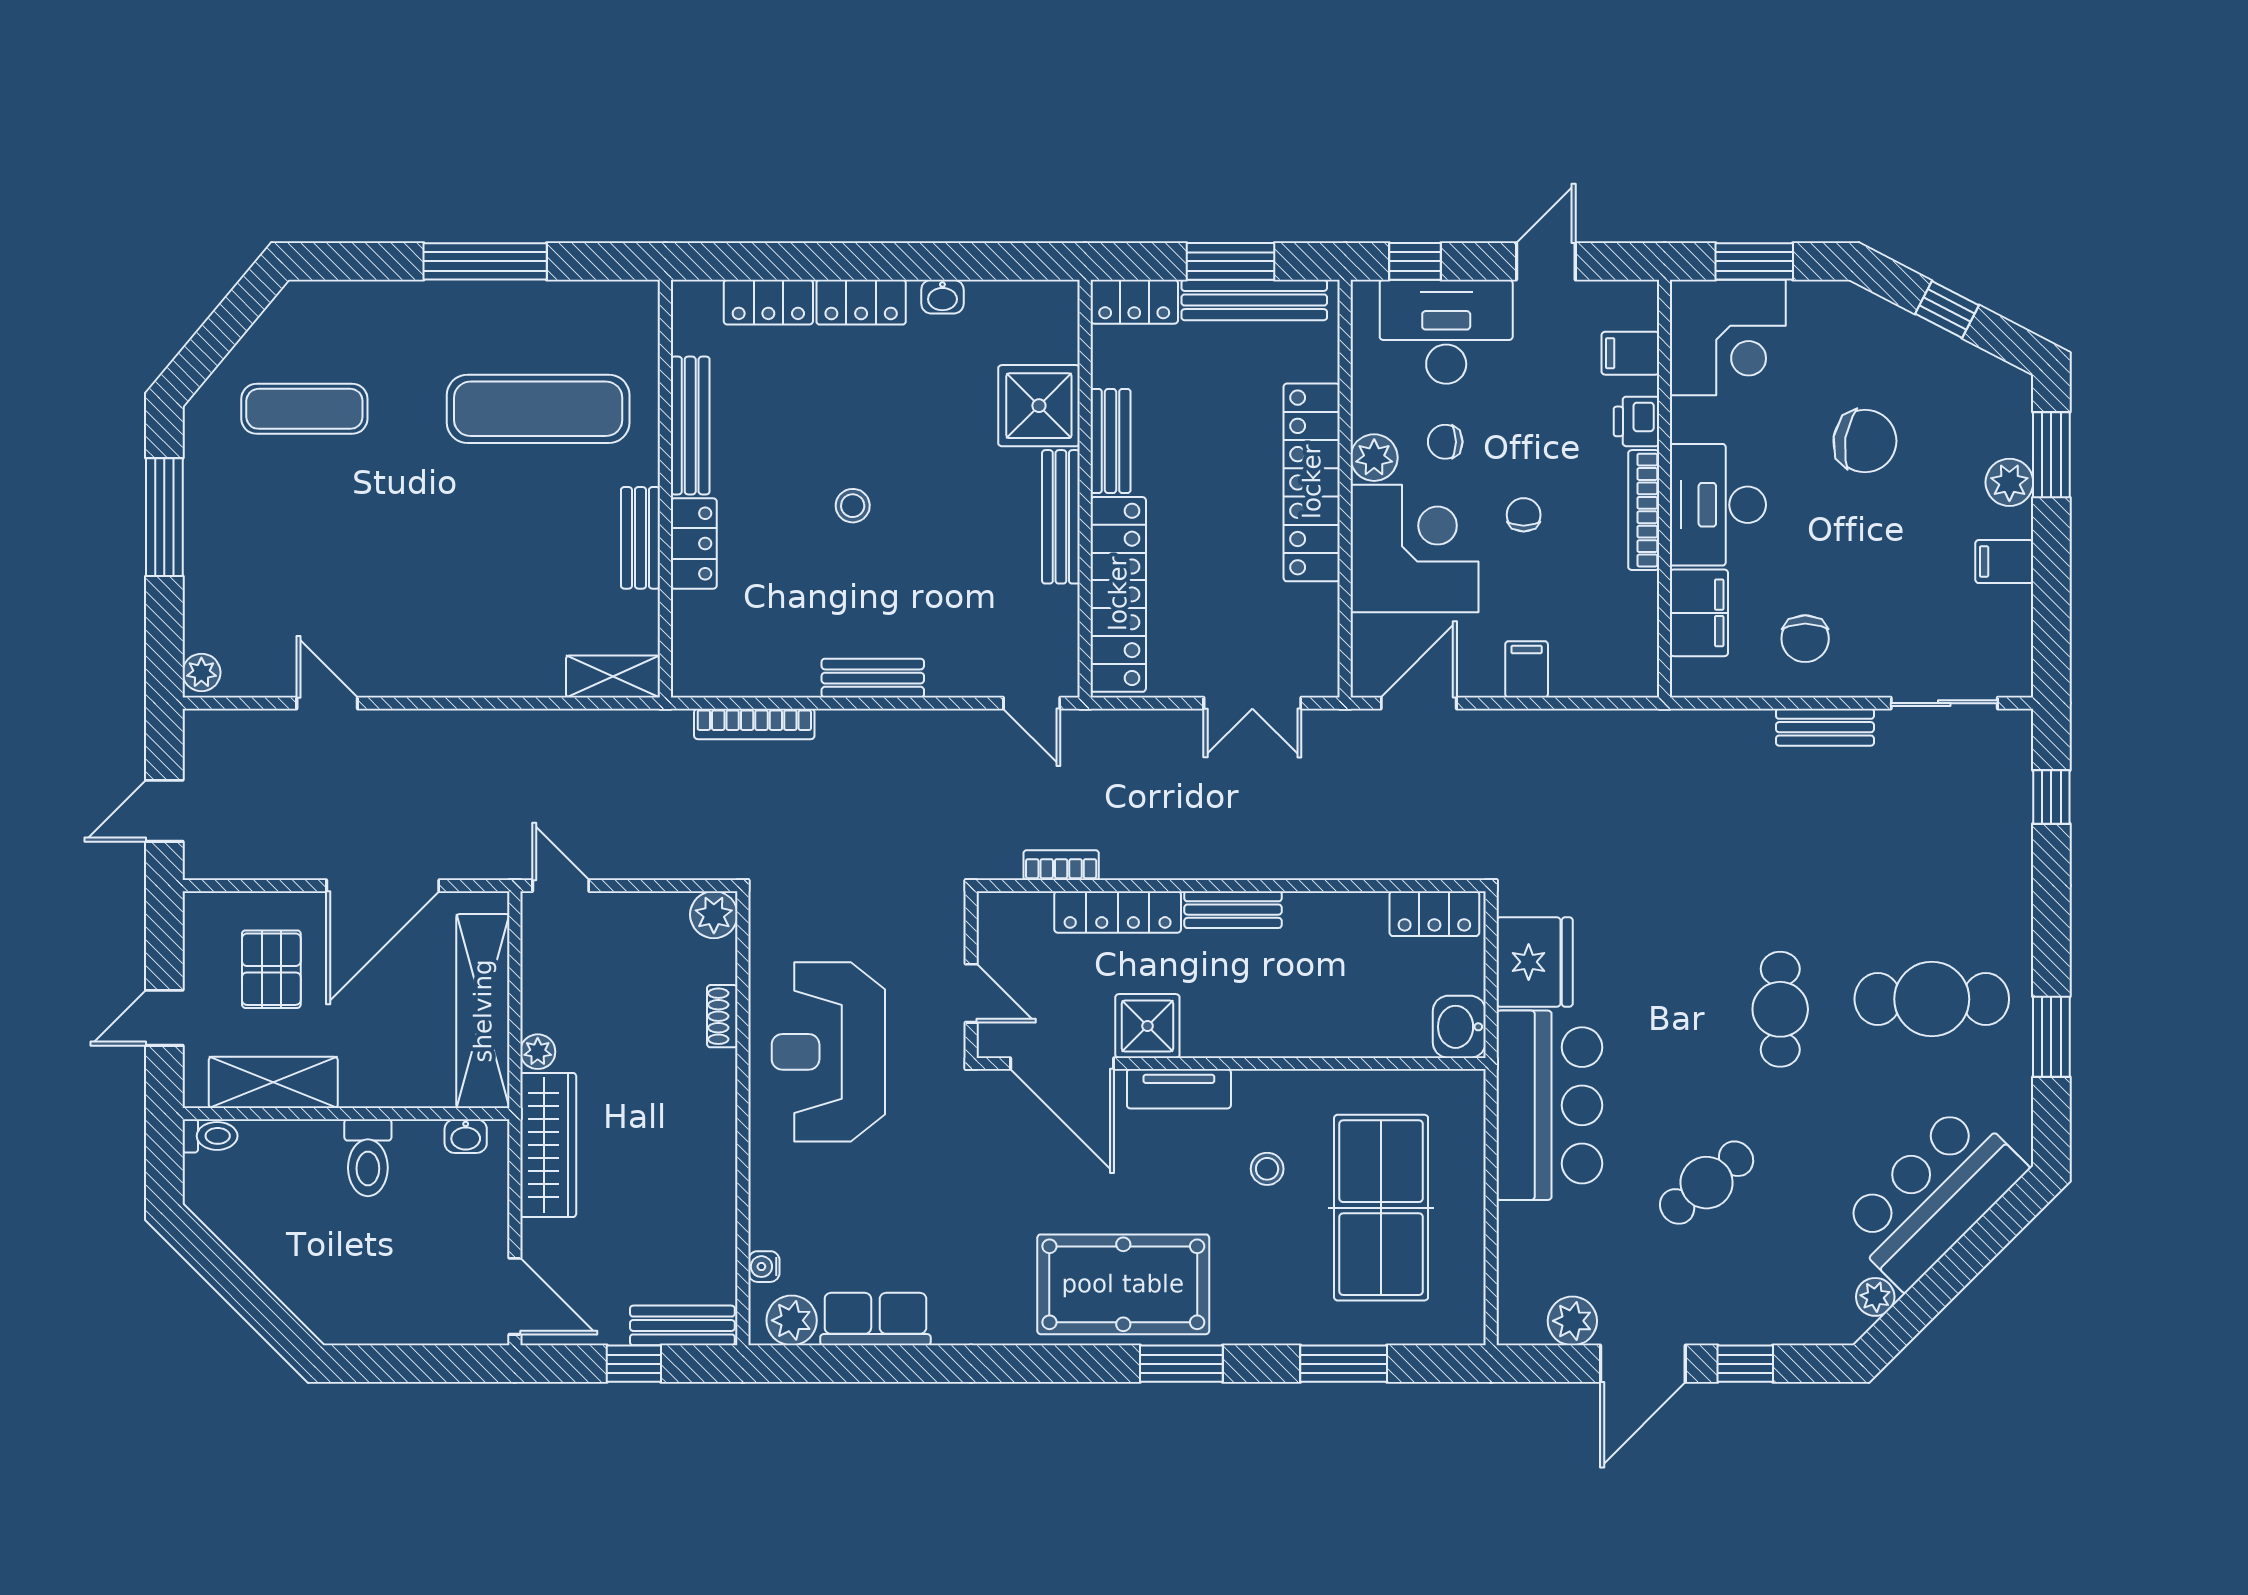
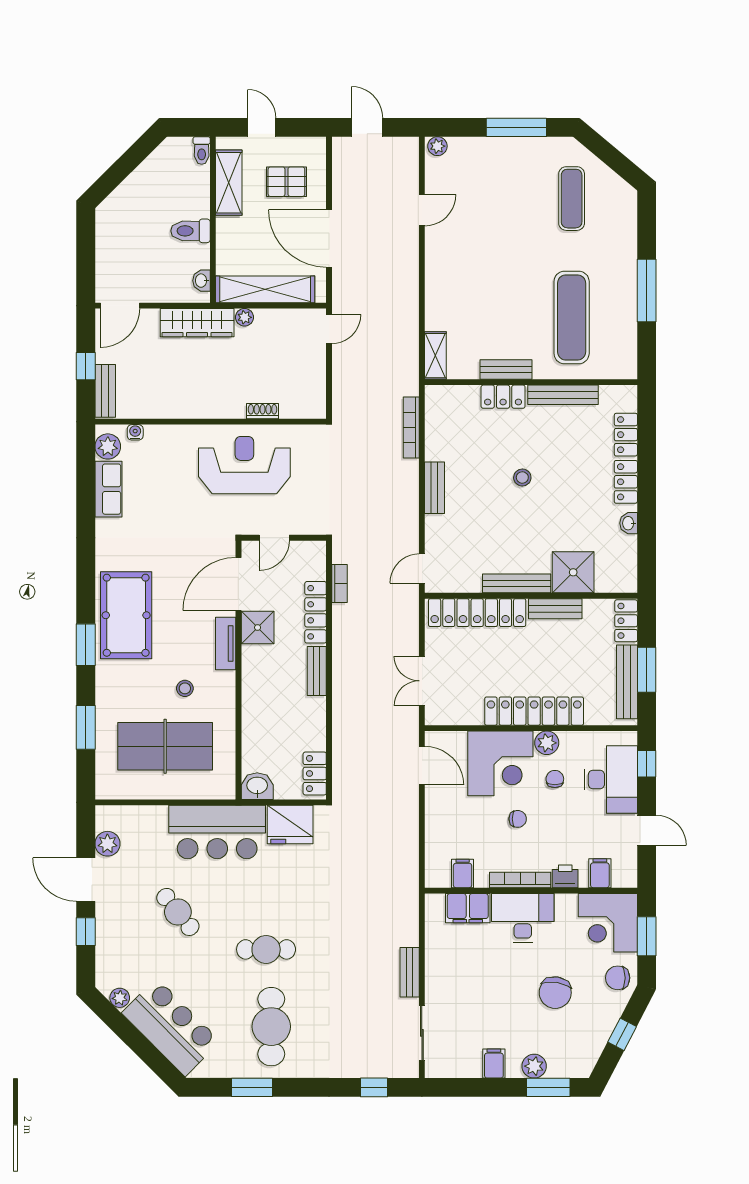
chair: (1805, 639) -> (618, 978), moved
filing cabinet: (1527, 669) -> (463, 873), moved, turned -90
plant: (714, 915) -> (314, 407), removed

